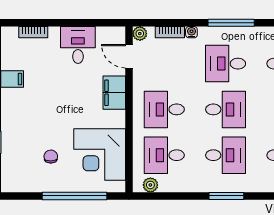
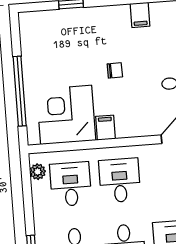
filing cabinet: (114, 93) -> (105, 128), moved, width x0.50
chair: (51, 157) -> (115, 70), moved

